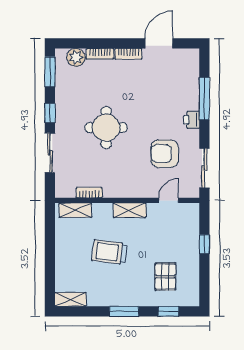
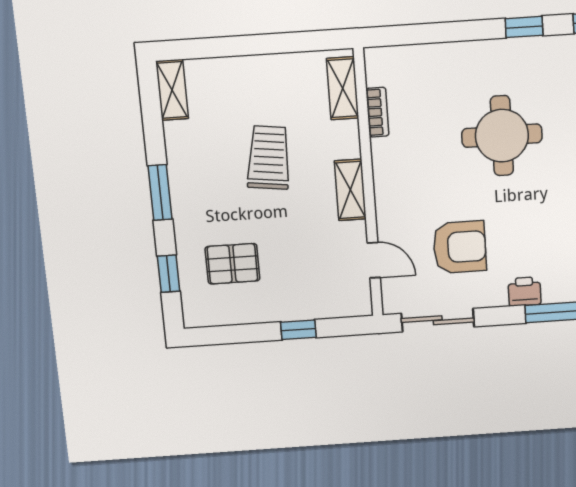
sliding door: (50, 153) -> (448, 32), removed
armchair: (165, 154) -> (460, 247), turned 90

